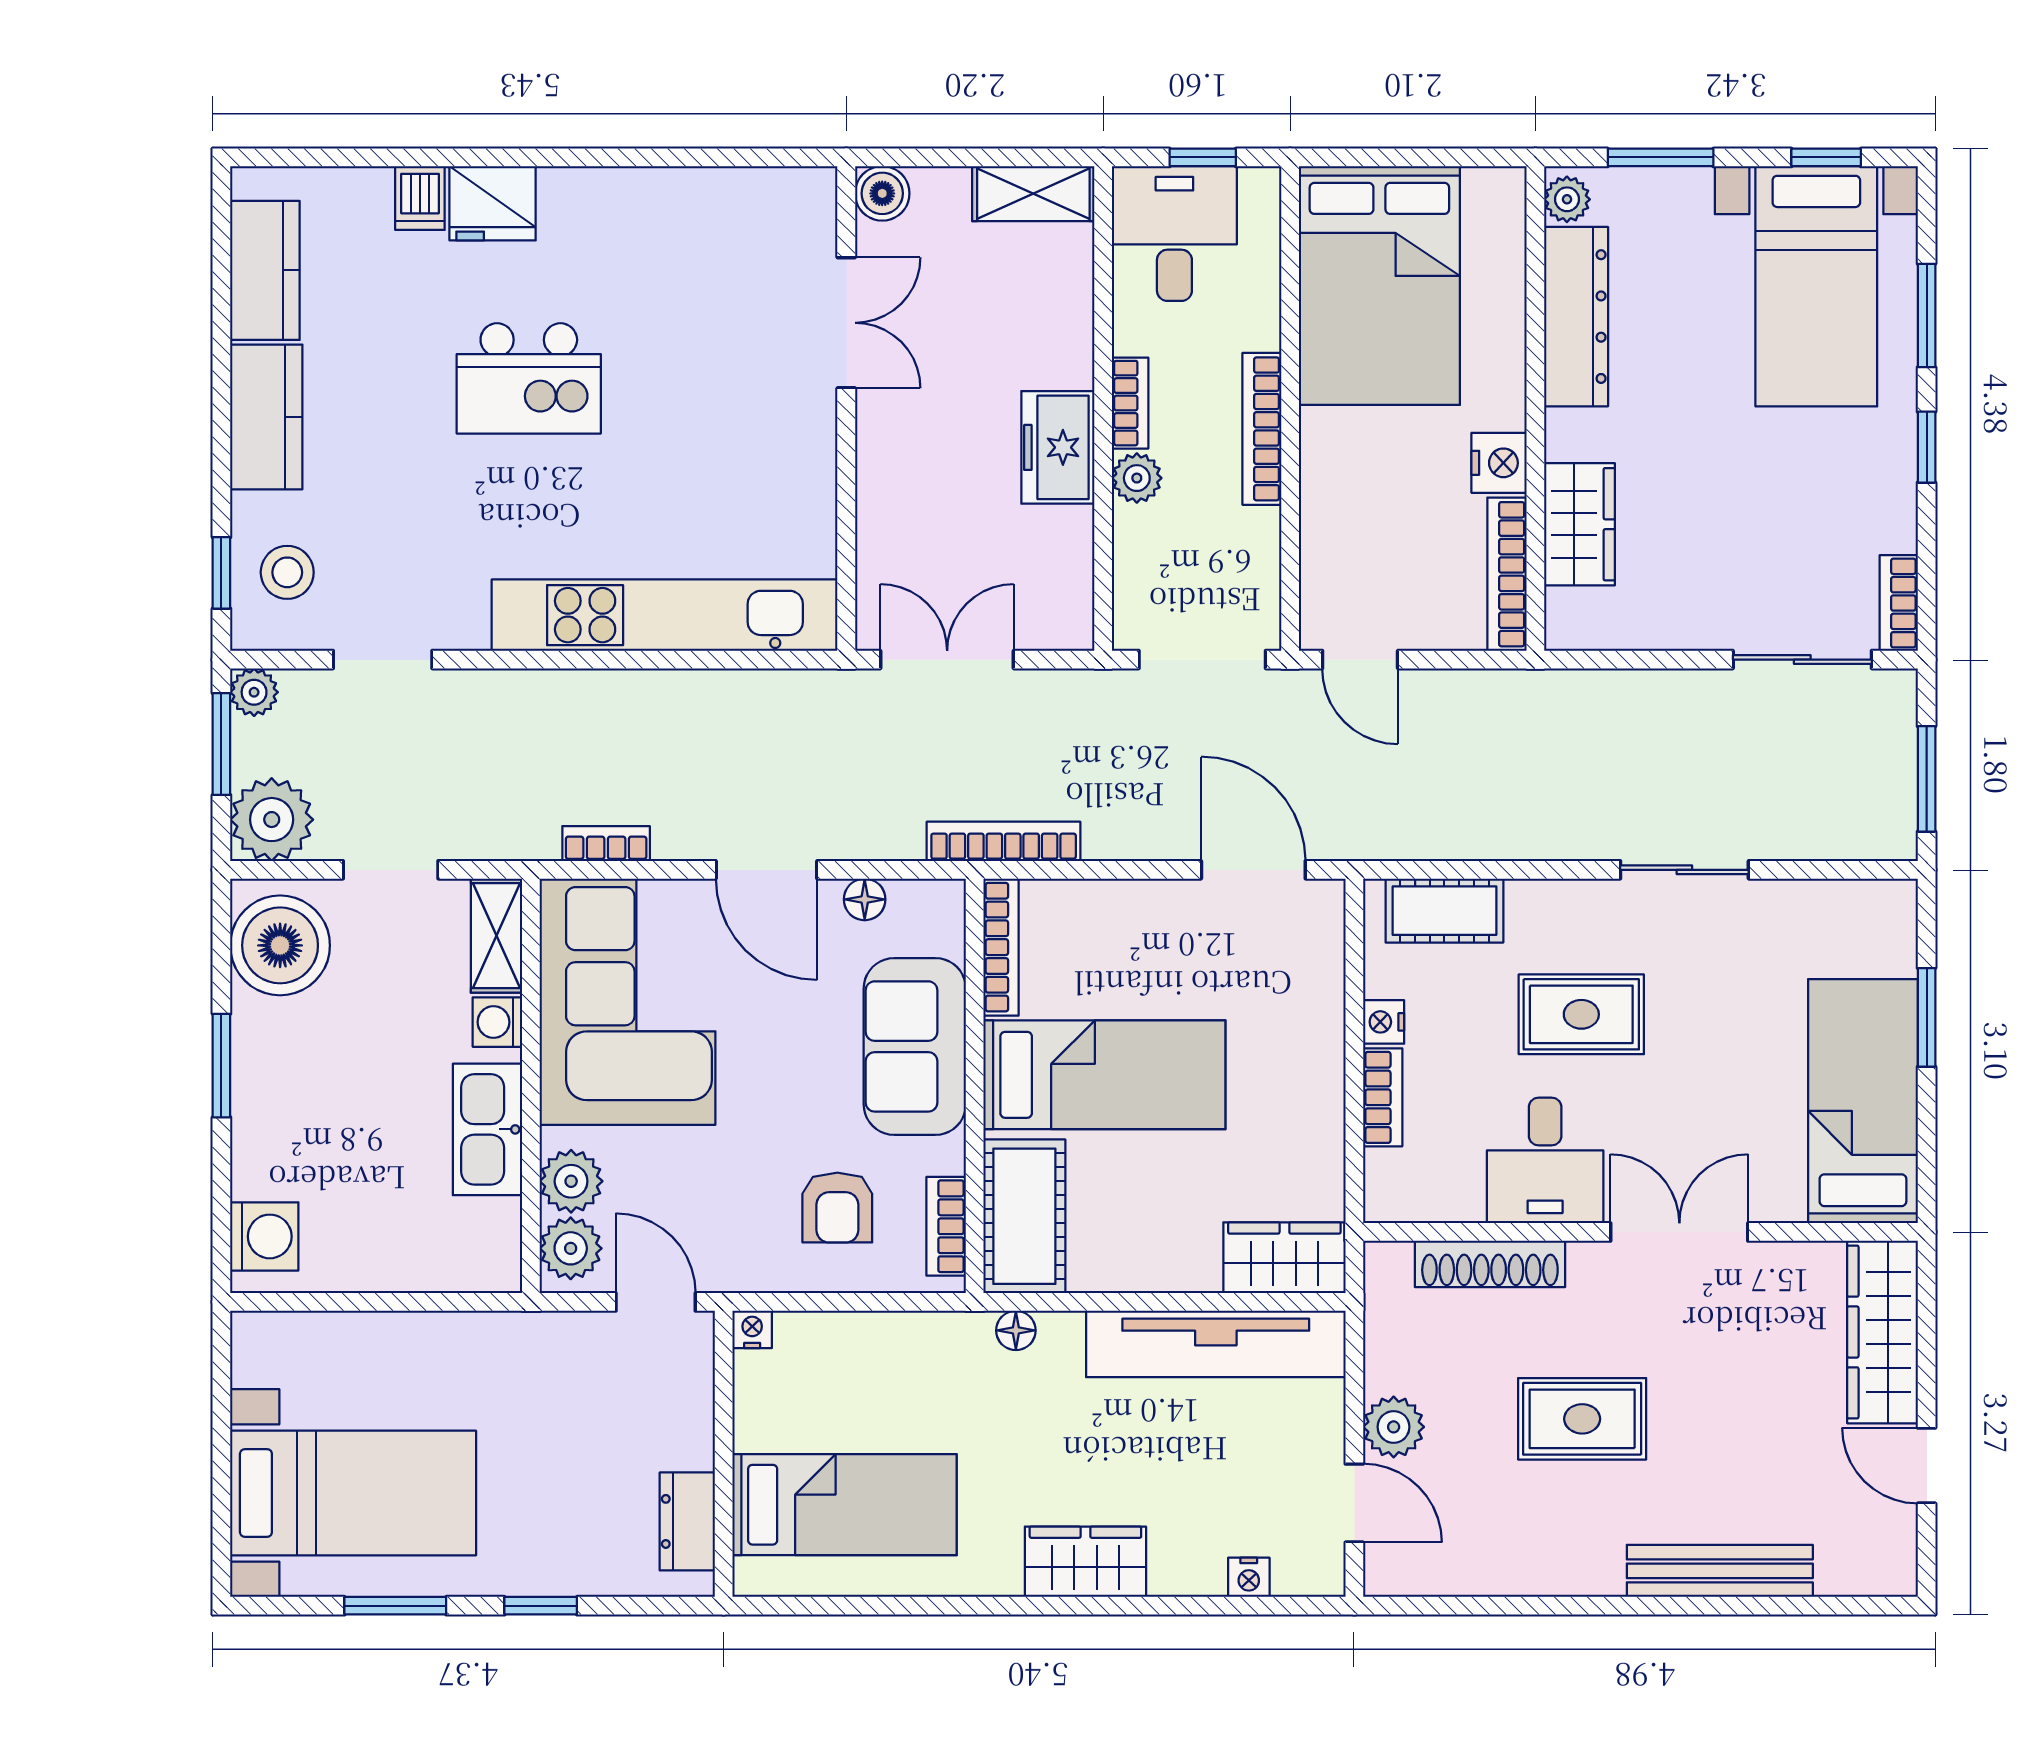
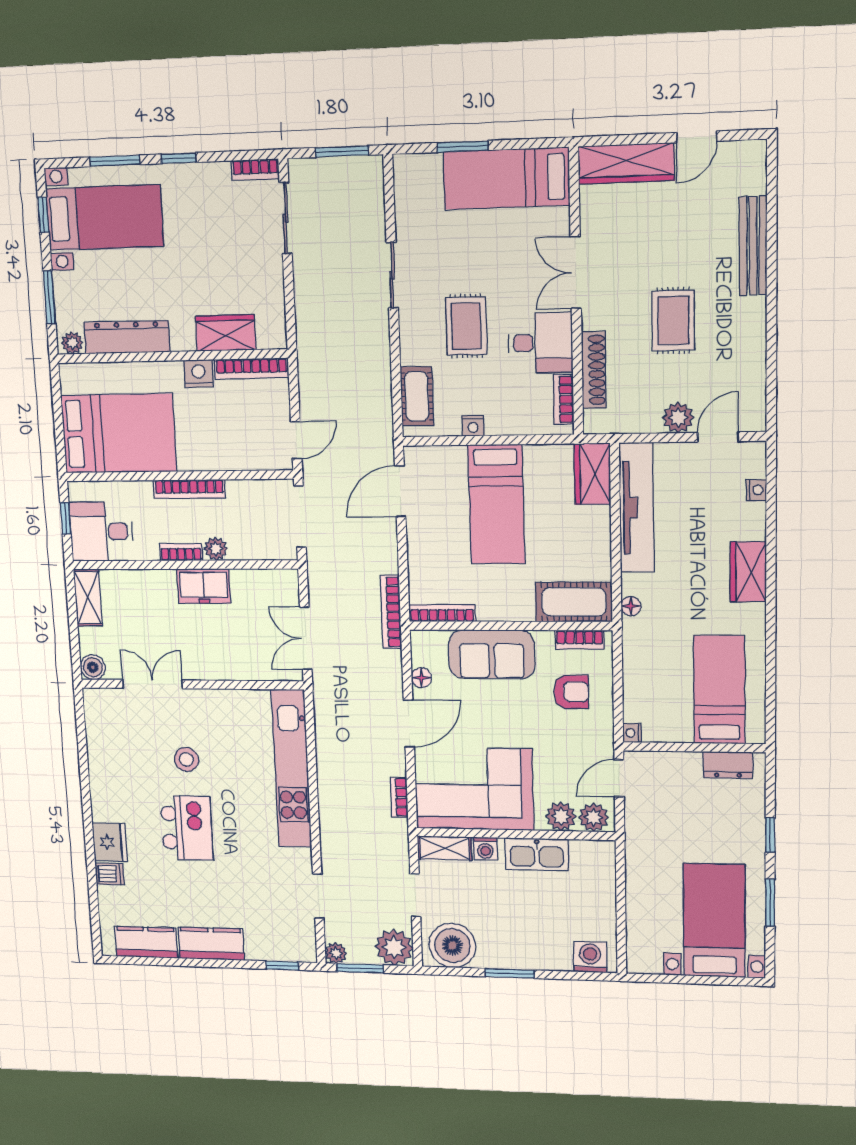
stool: (287, 572) -> (186, 759), moved
bed: (1104, 1075) -> (496, 504), moved, turned 180
bookcase: (1383, 1097) -> (564, 399), moved, turned -90

